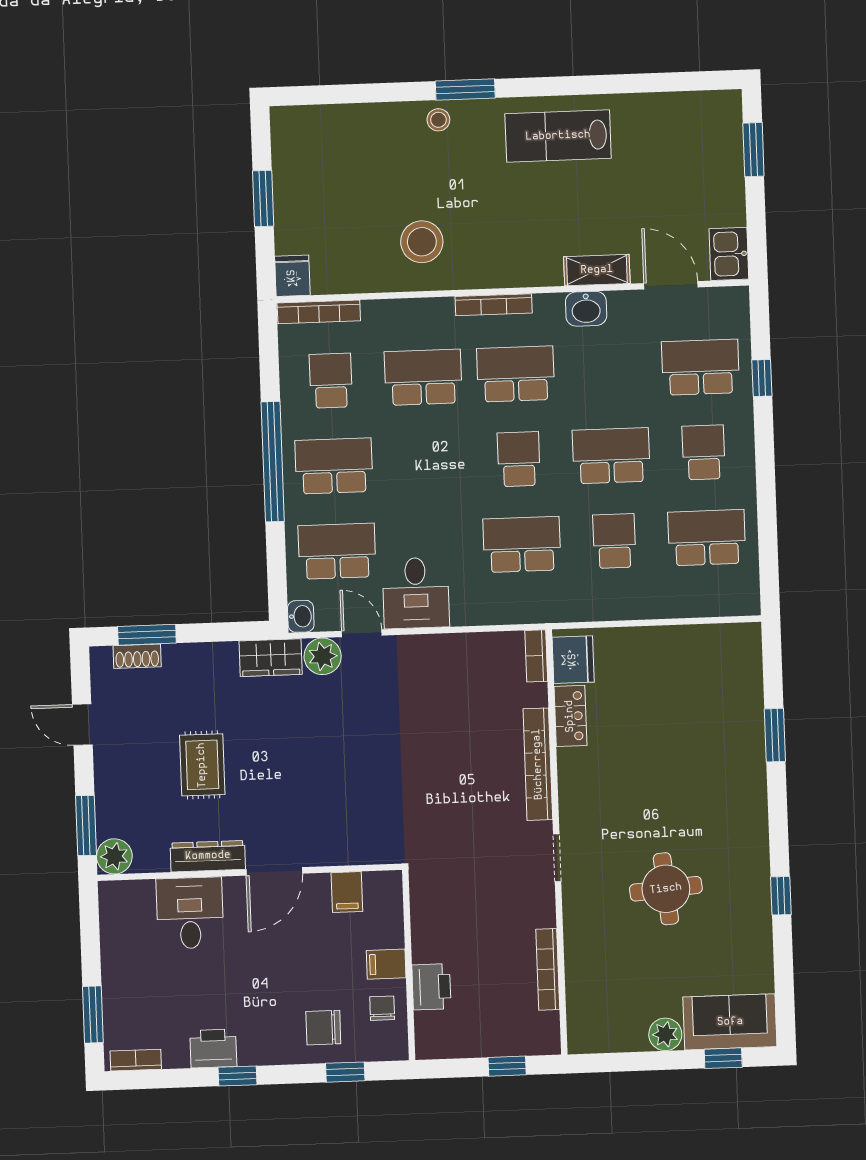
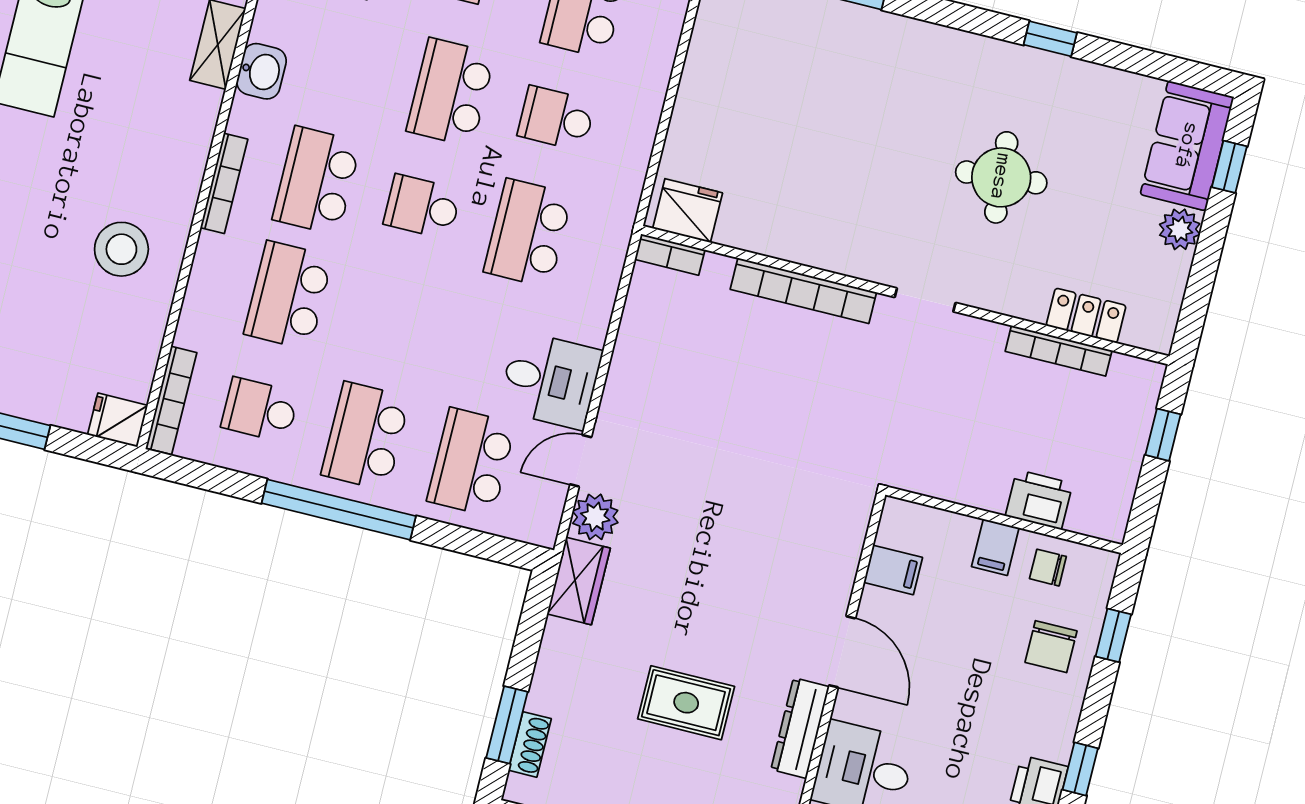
washbasin: (301, 616) -> (538, 530), removed
locker: (570, 716) -> (1086, 316), moved

